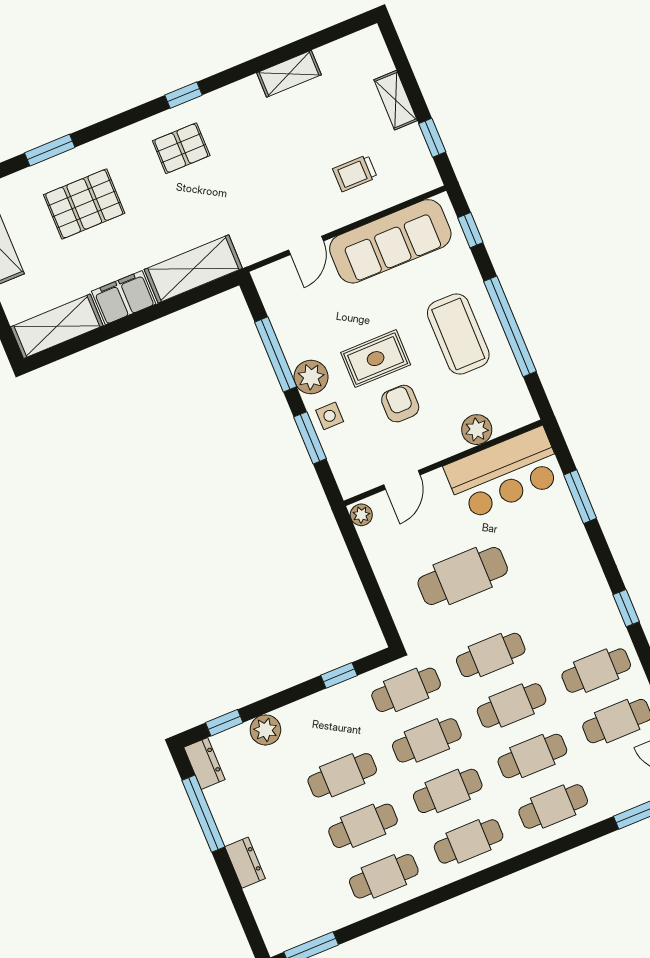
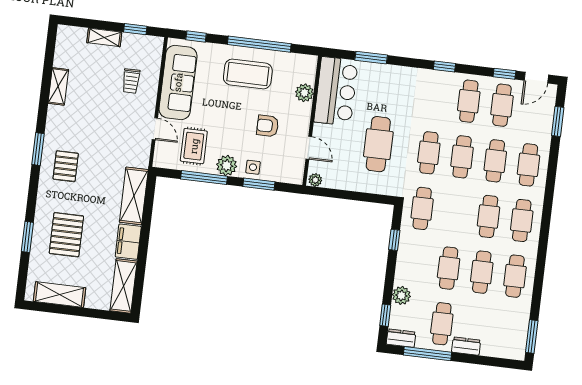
window: (183, 95) -> (38, 149), width x1.50
rug: (376, 359) -> (194, 146), moved
cafe table: (427, 740) -> (442, 324), moved

